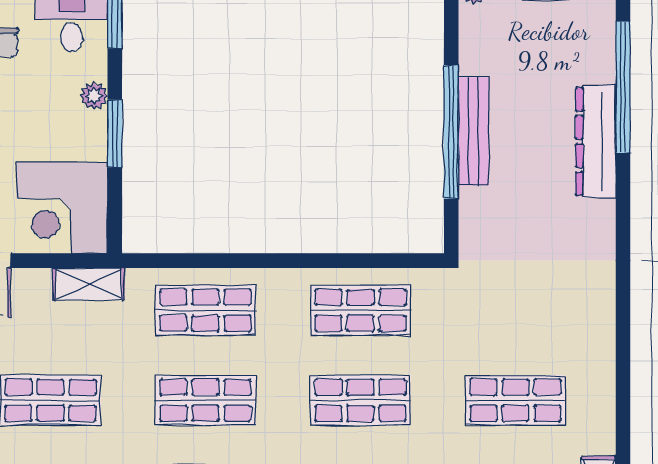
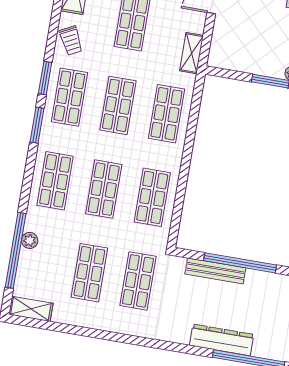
bench: (473, 131) -> (215, 271), moved
corner desk: (62, 208) -> (235, 46), removed
shop shelf: (515, 310) -> (138, 281), added

